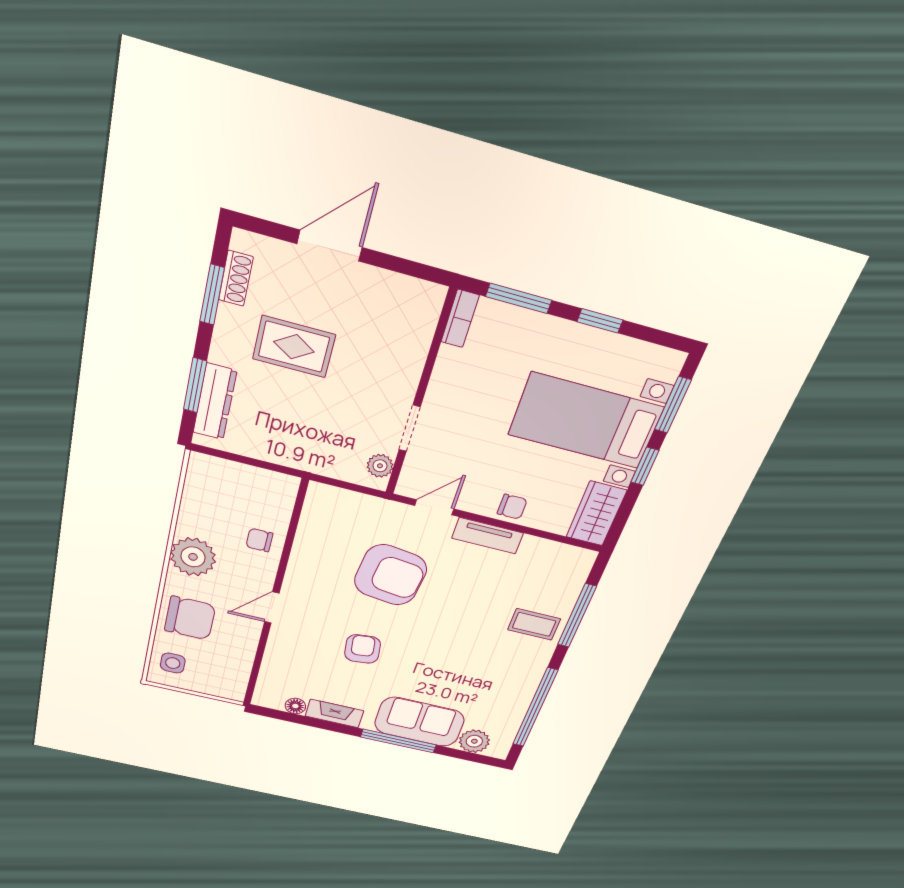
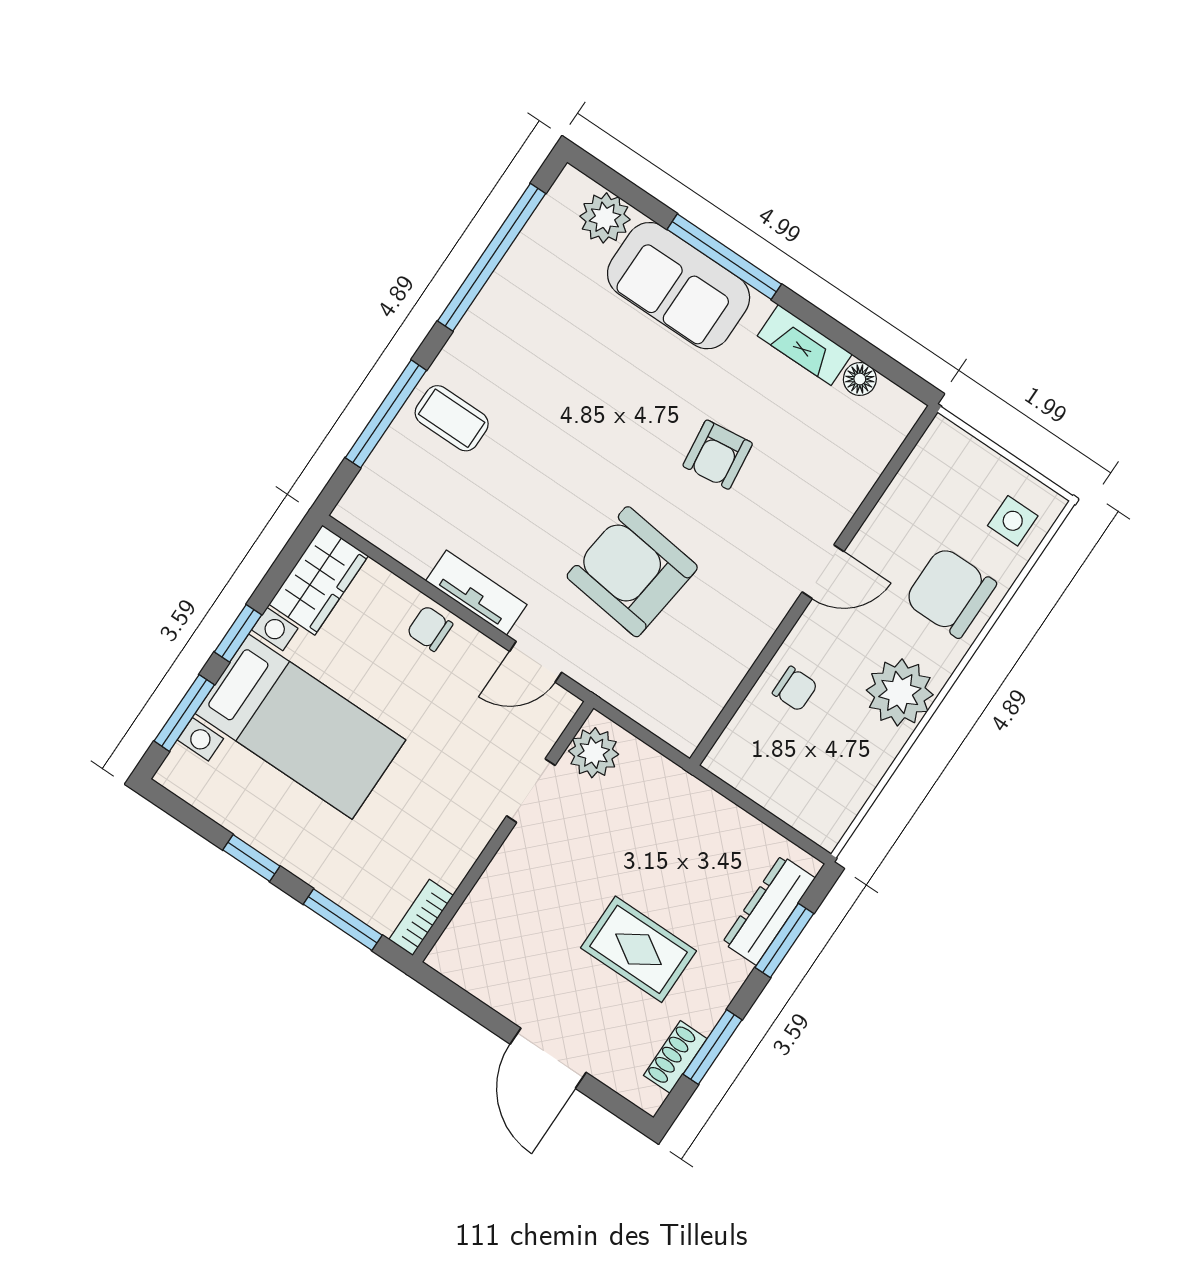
door: (330, 246) -> (548, 1058), hinge flipped
plant: (380, 466) -> (594, 753), width x1.38, depth x1.38

